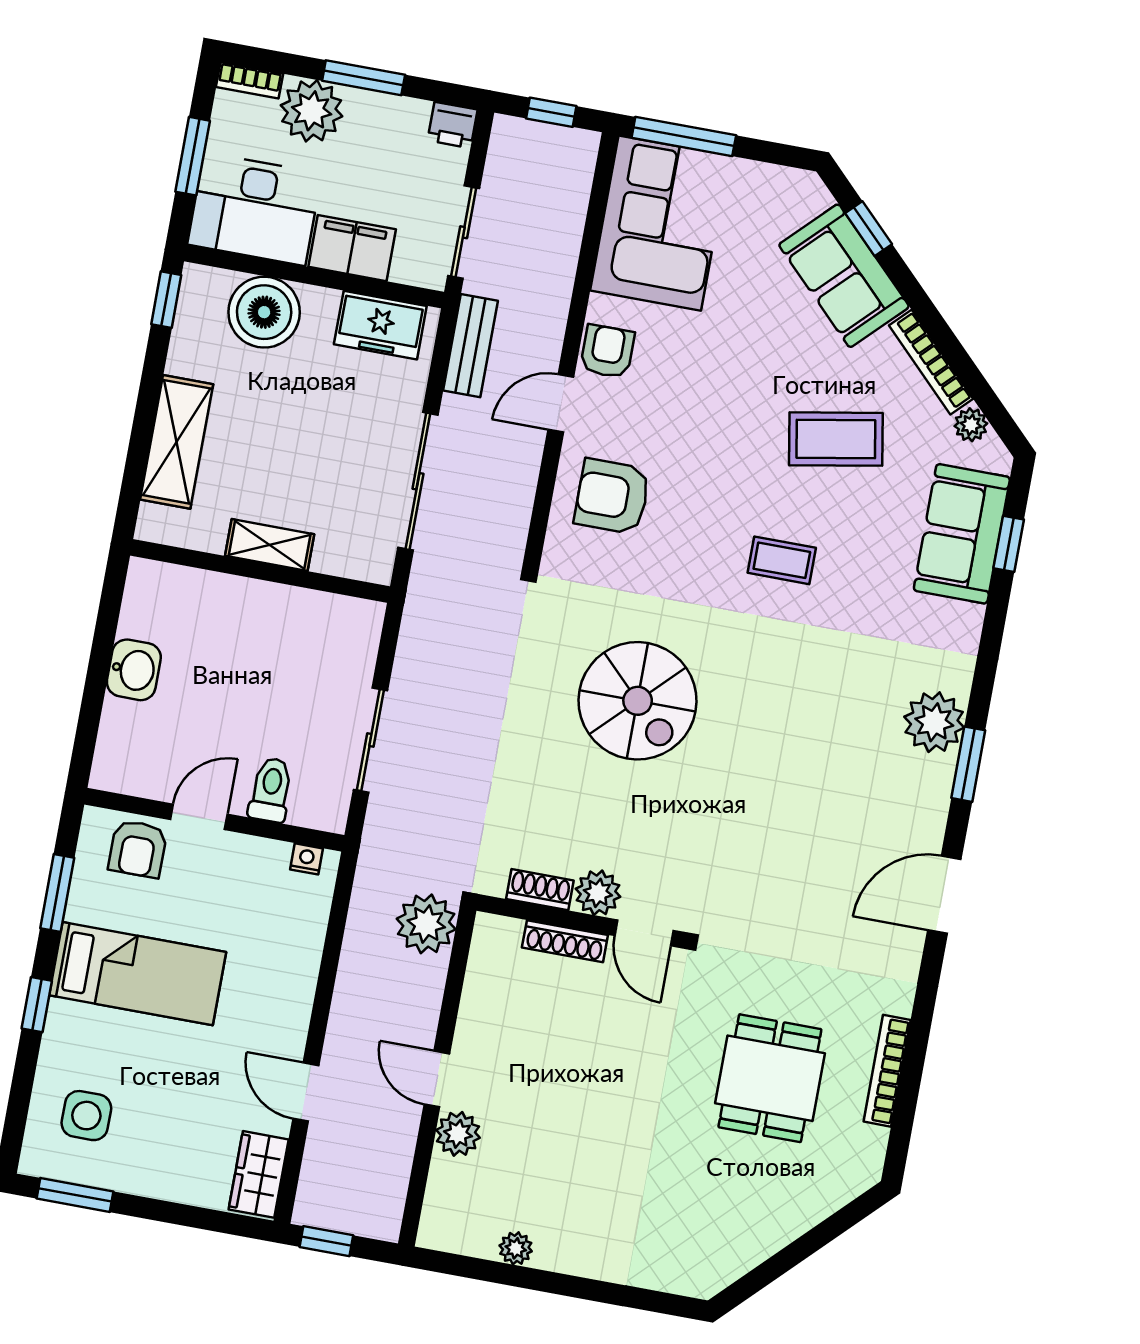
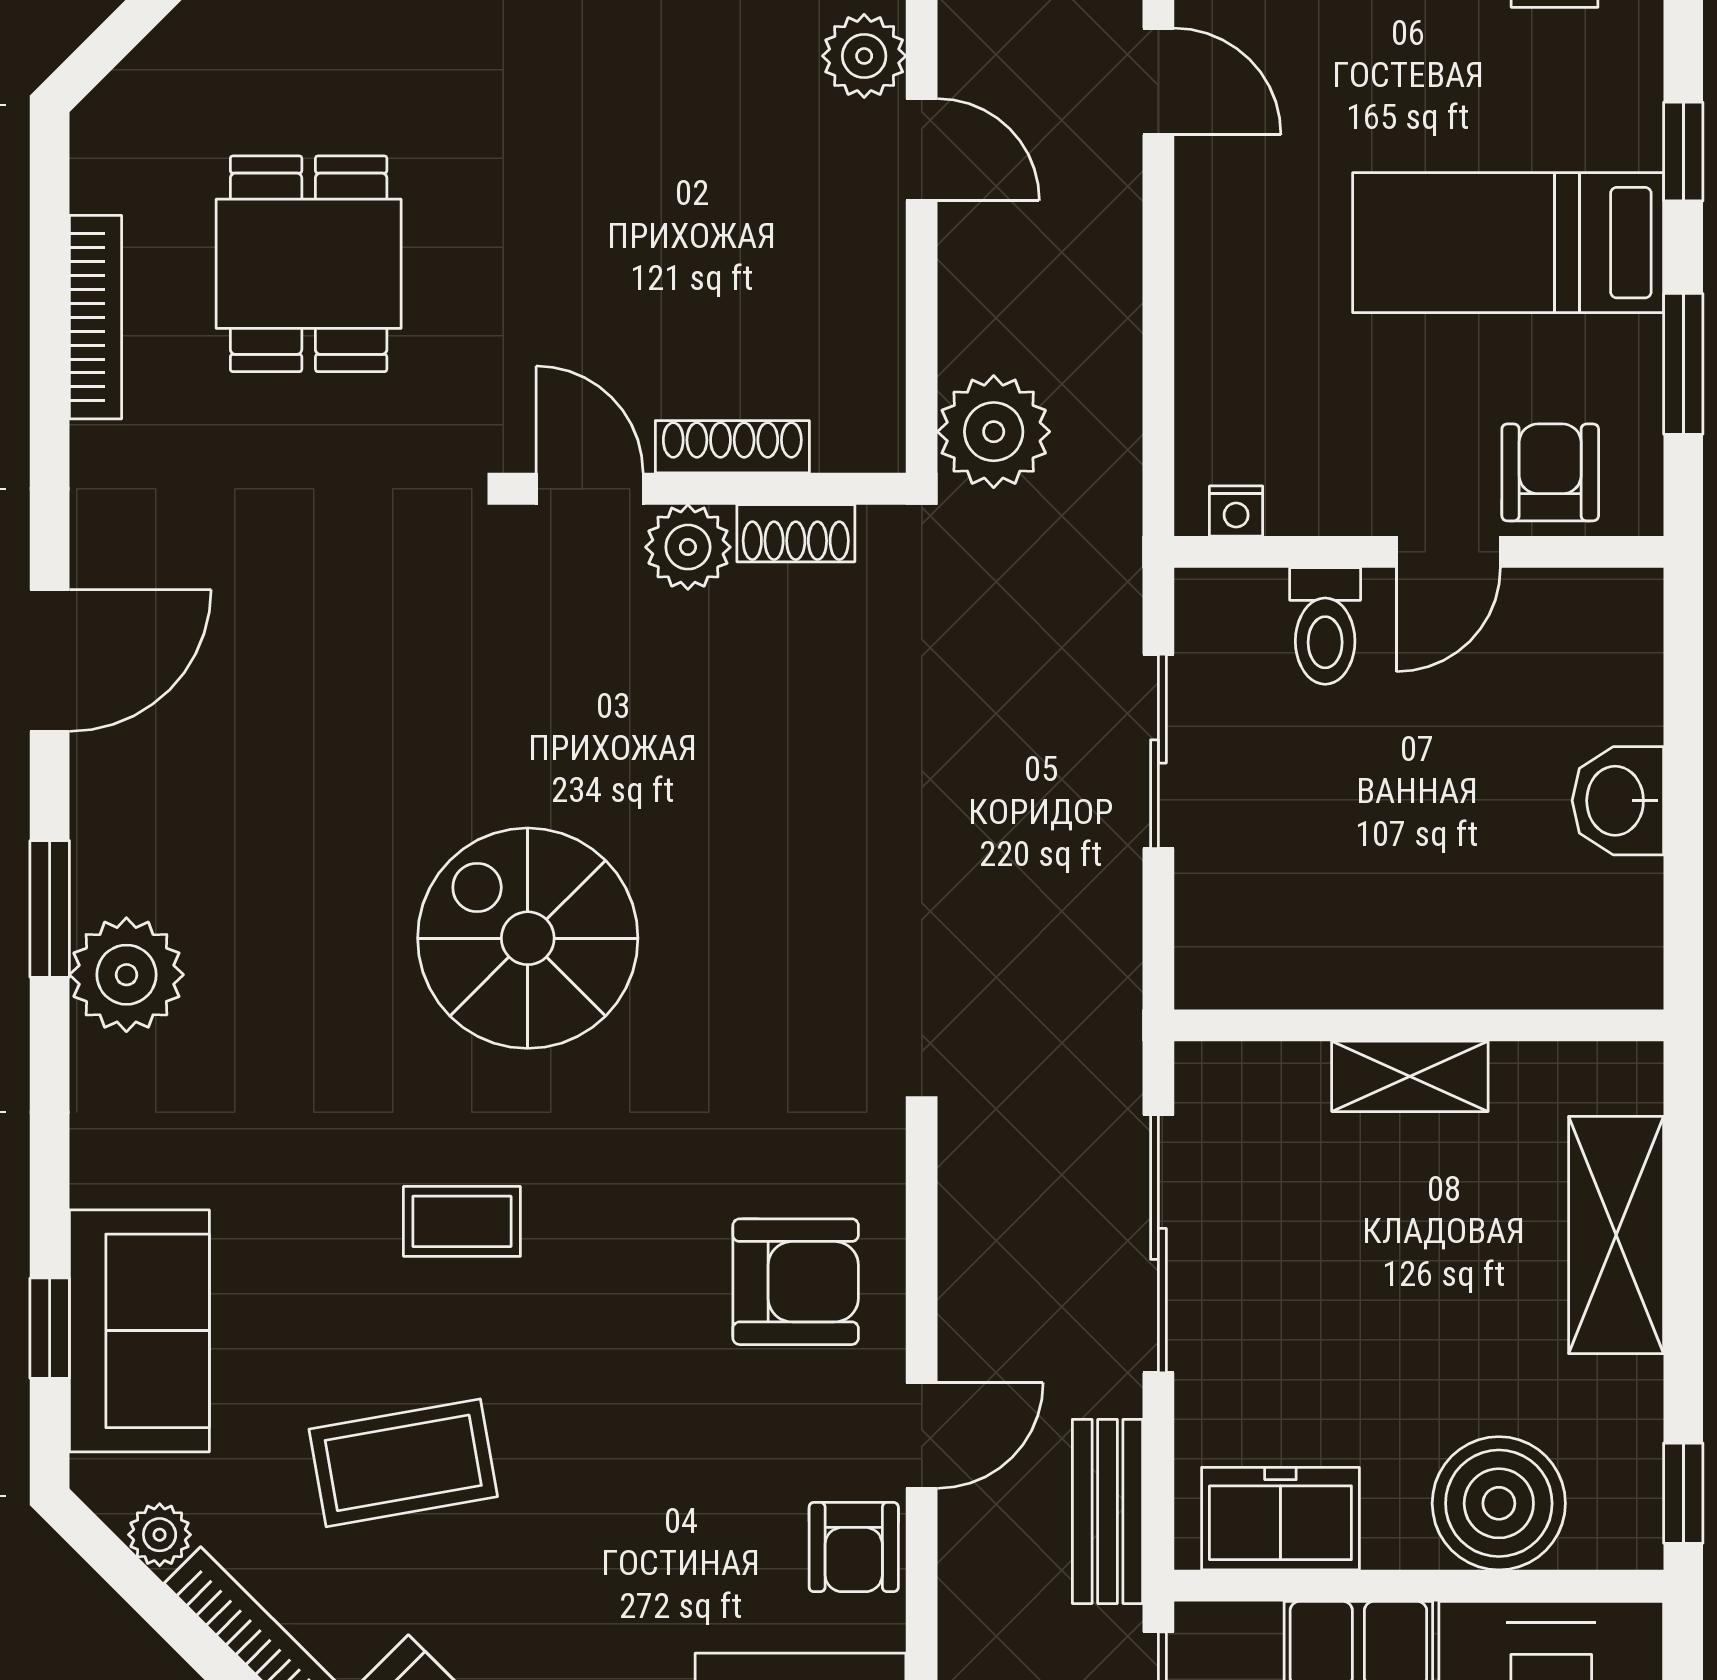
spiral stairs: (638, 701) -> (528, 938), moved

